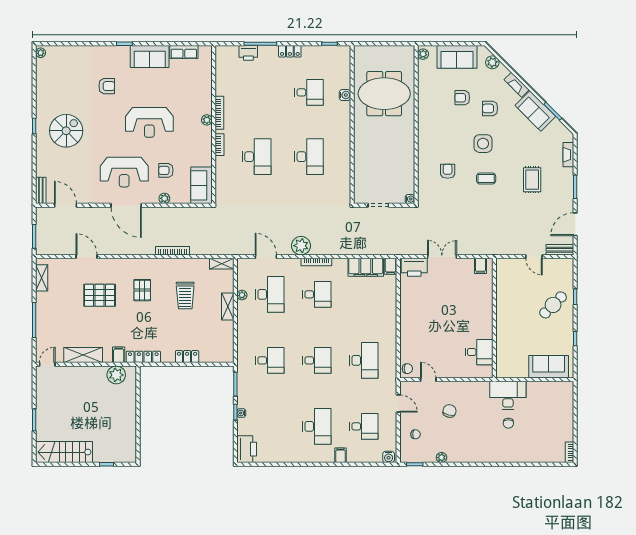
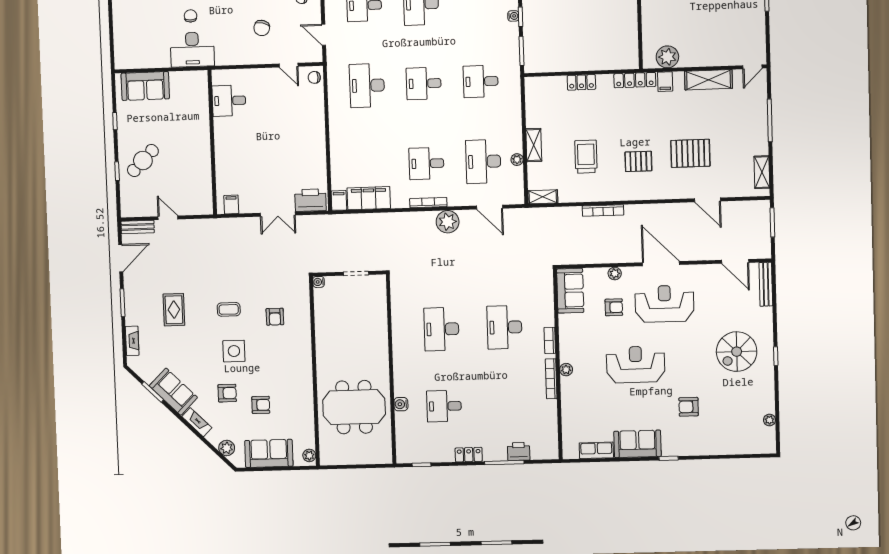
plant: (41, 53) -> (770, 420), moved
bench: (41, 190) -> (766, 284), width x1.36
pallet: (142, 290) -> (638, 161), turned 90

